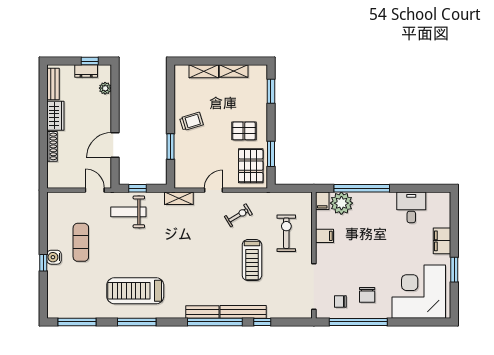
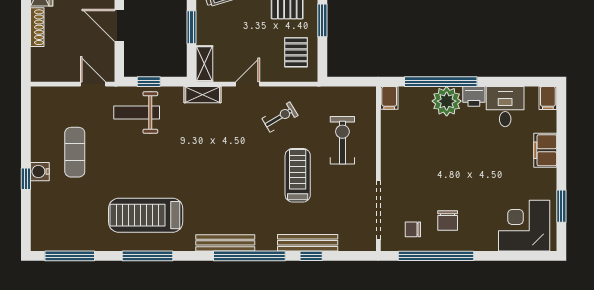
door: (115, 145) -> (119, 25), hinge flipped
window: (271, 154) -> (322, 20), moved
pallet: (251, 166) -> (296, 52), width x0.67, depth x0.71
shelving: (180, 174) -> (204, 64), added
printer: (387, 199) -> (474, 96), added
plant: (341, 203) -> (447, 101), moved
filing cabinet: (325, 236) -> (548, 98), moved, turned 90
treadmill: (252, 260) -> (298, 175), turned 180
window: (454, 270) -> (561, 206), moved
corner desk: (419, 292) -> (524, 226), width x0.74, depth x0.74
bench: (202, 312) -> (225, 243), width x1.36
bench: (243, 312) -> (308, 243), moved

